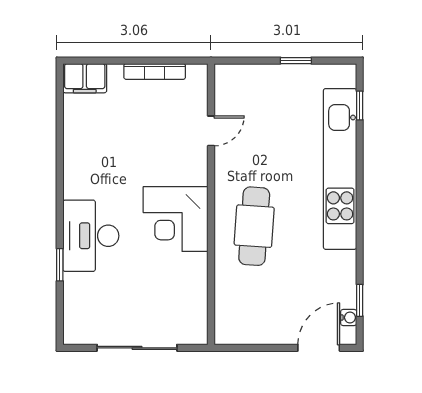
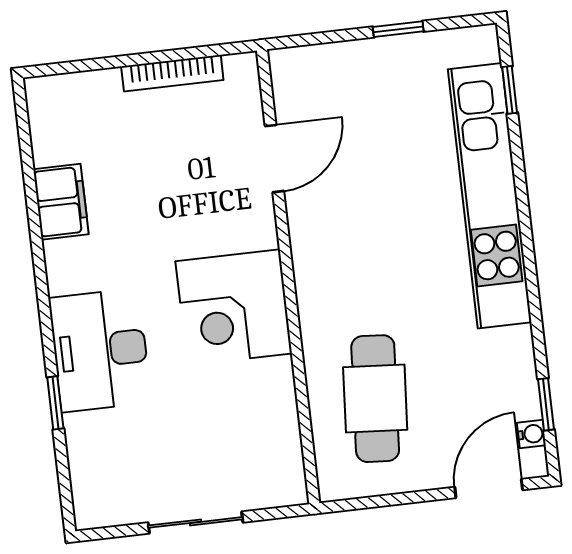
filing cabinet: (85, 78) -> (61, 202), moved, turned -90
door: (211, 131) -> (274, 159), width x1.38
cafe table: (254, 226) -> (375, 399), moved
sliding door: (137, 348) -> (195, 522), width x0.73

